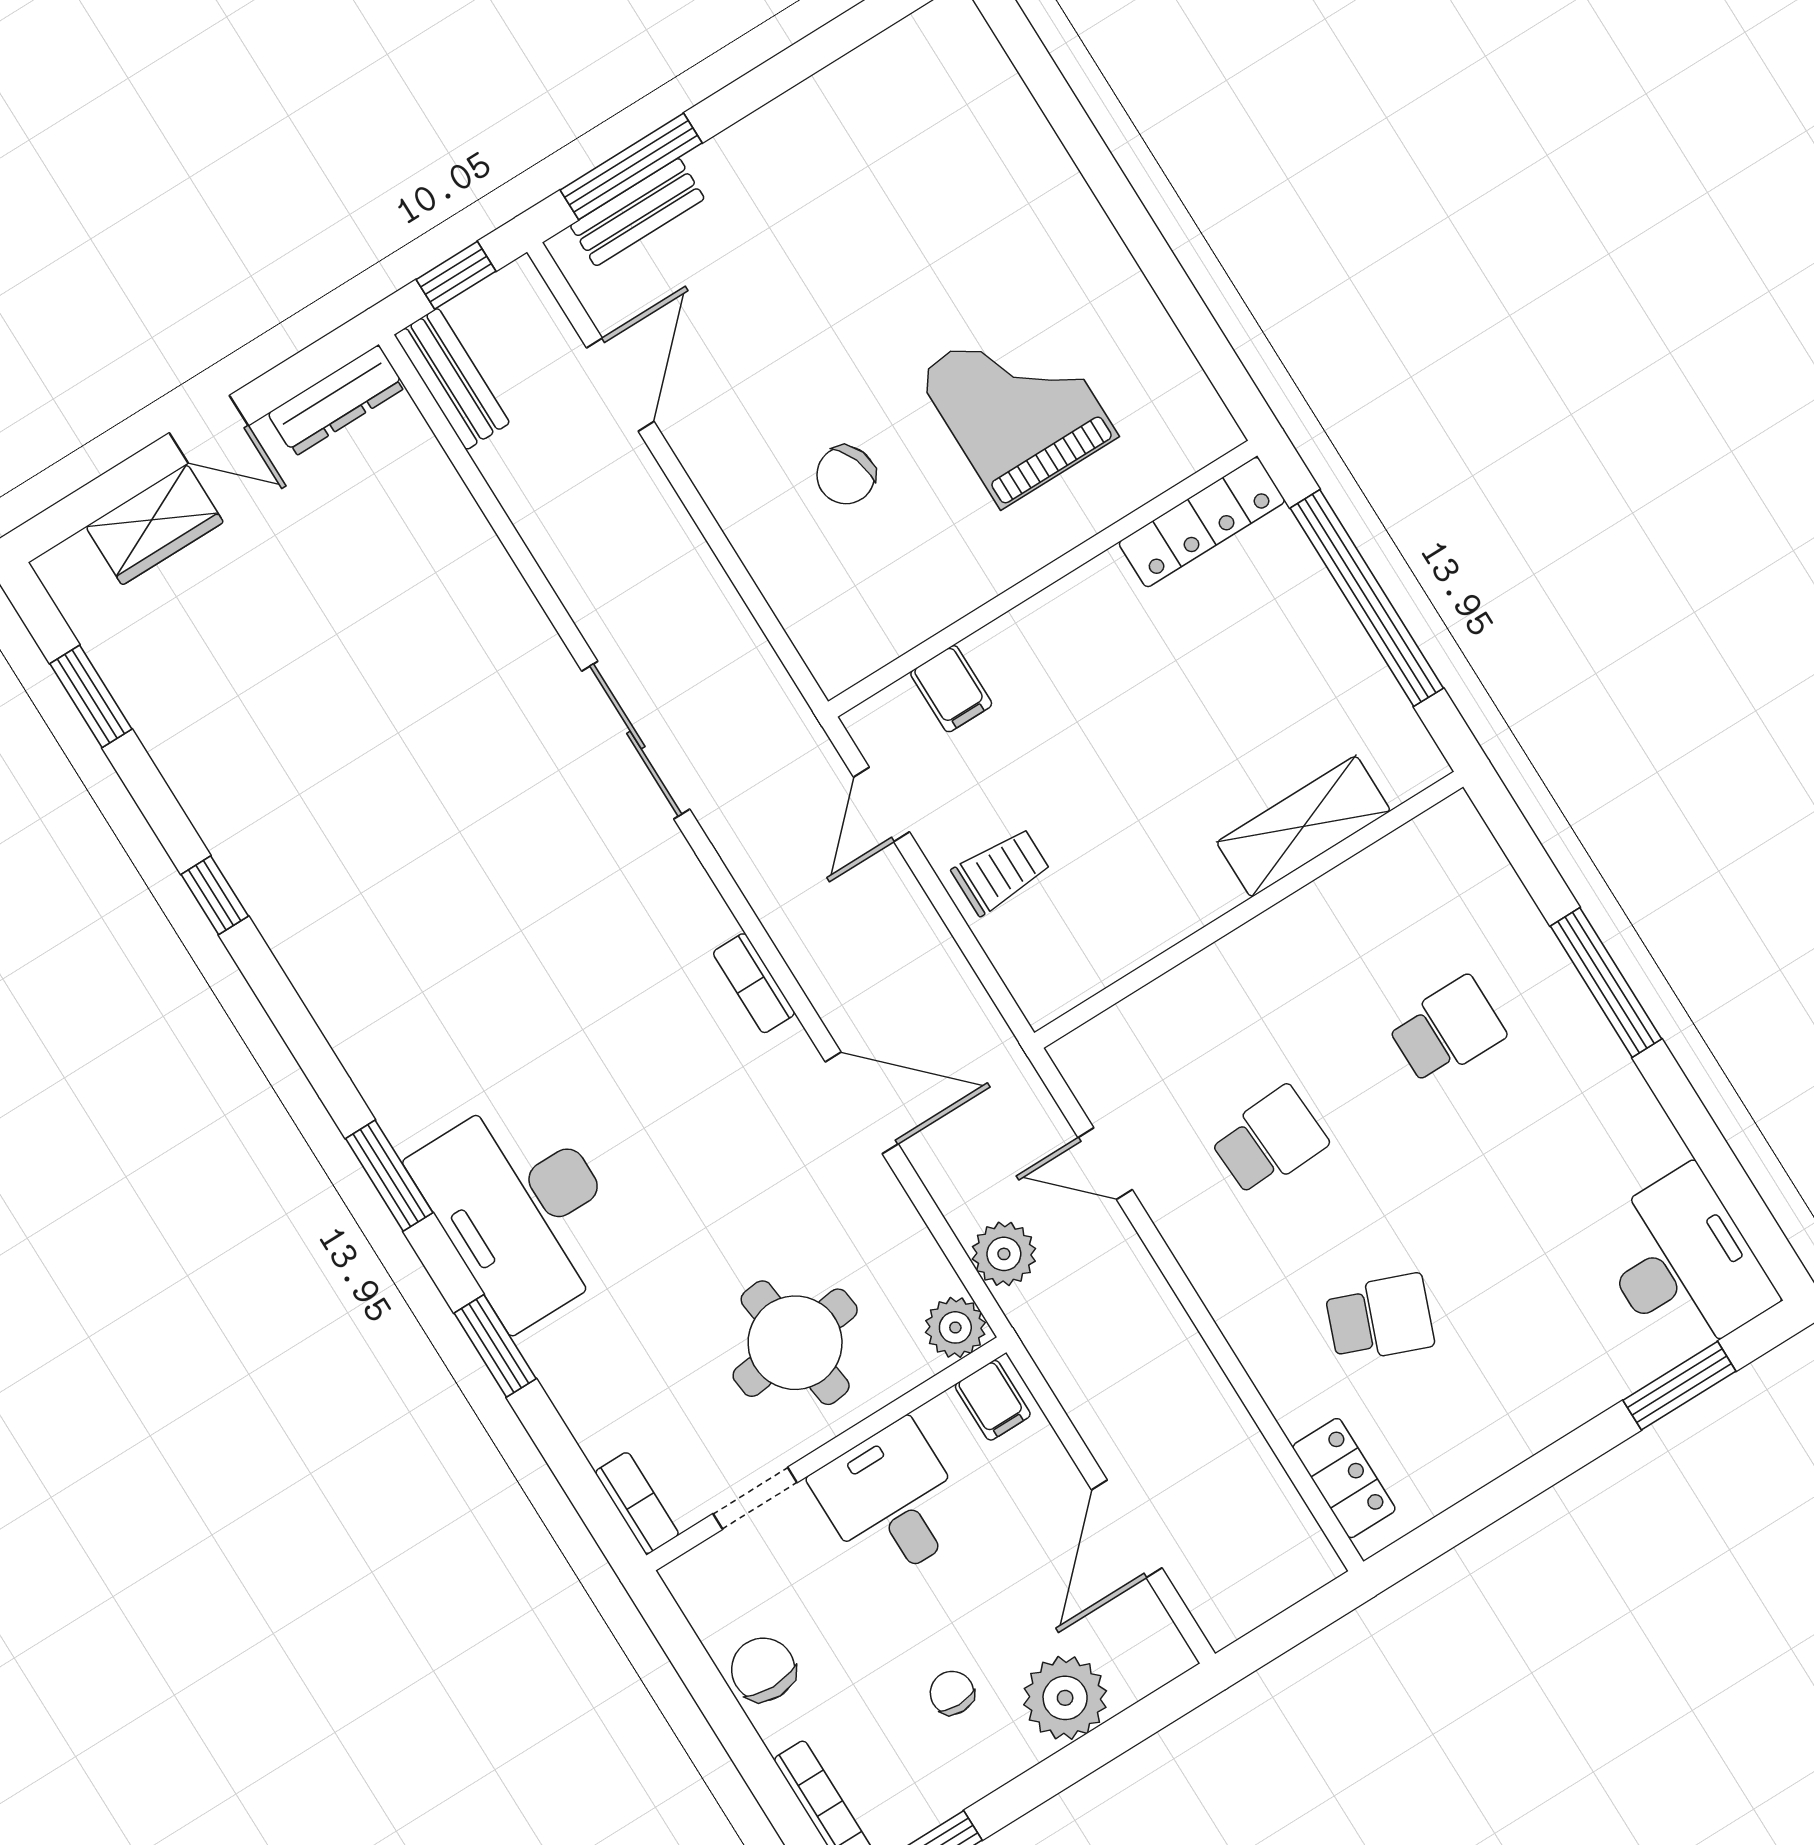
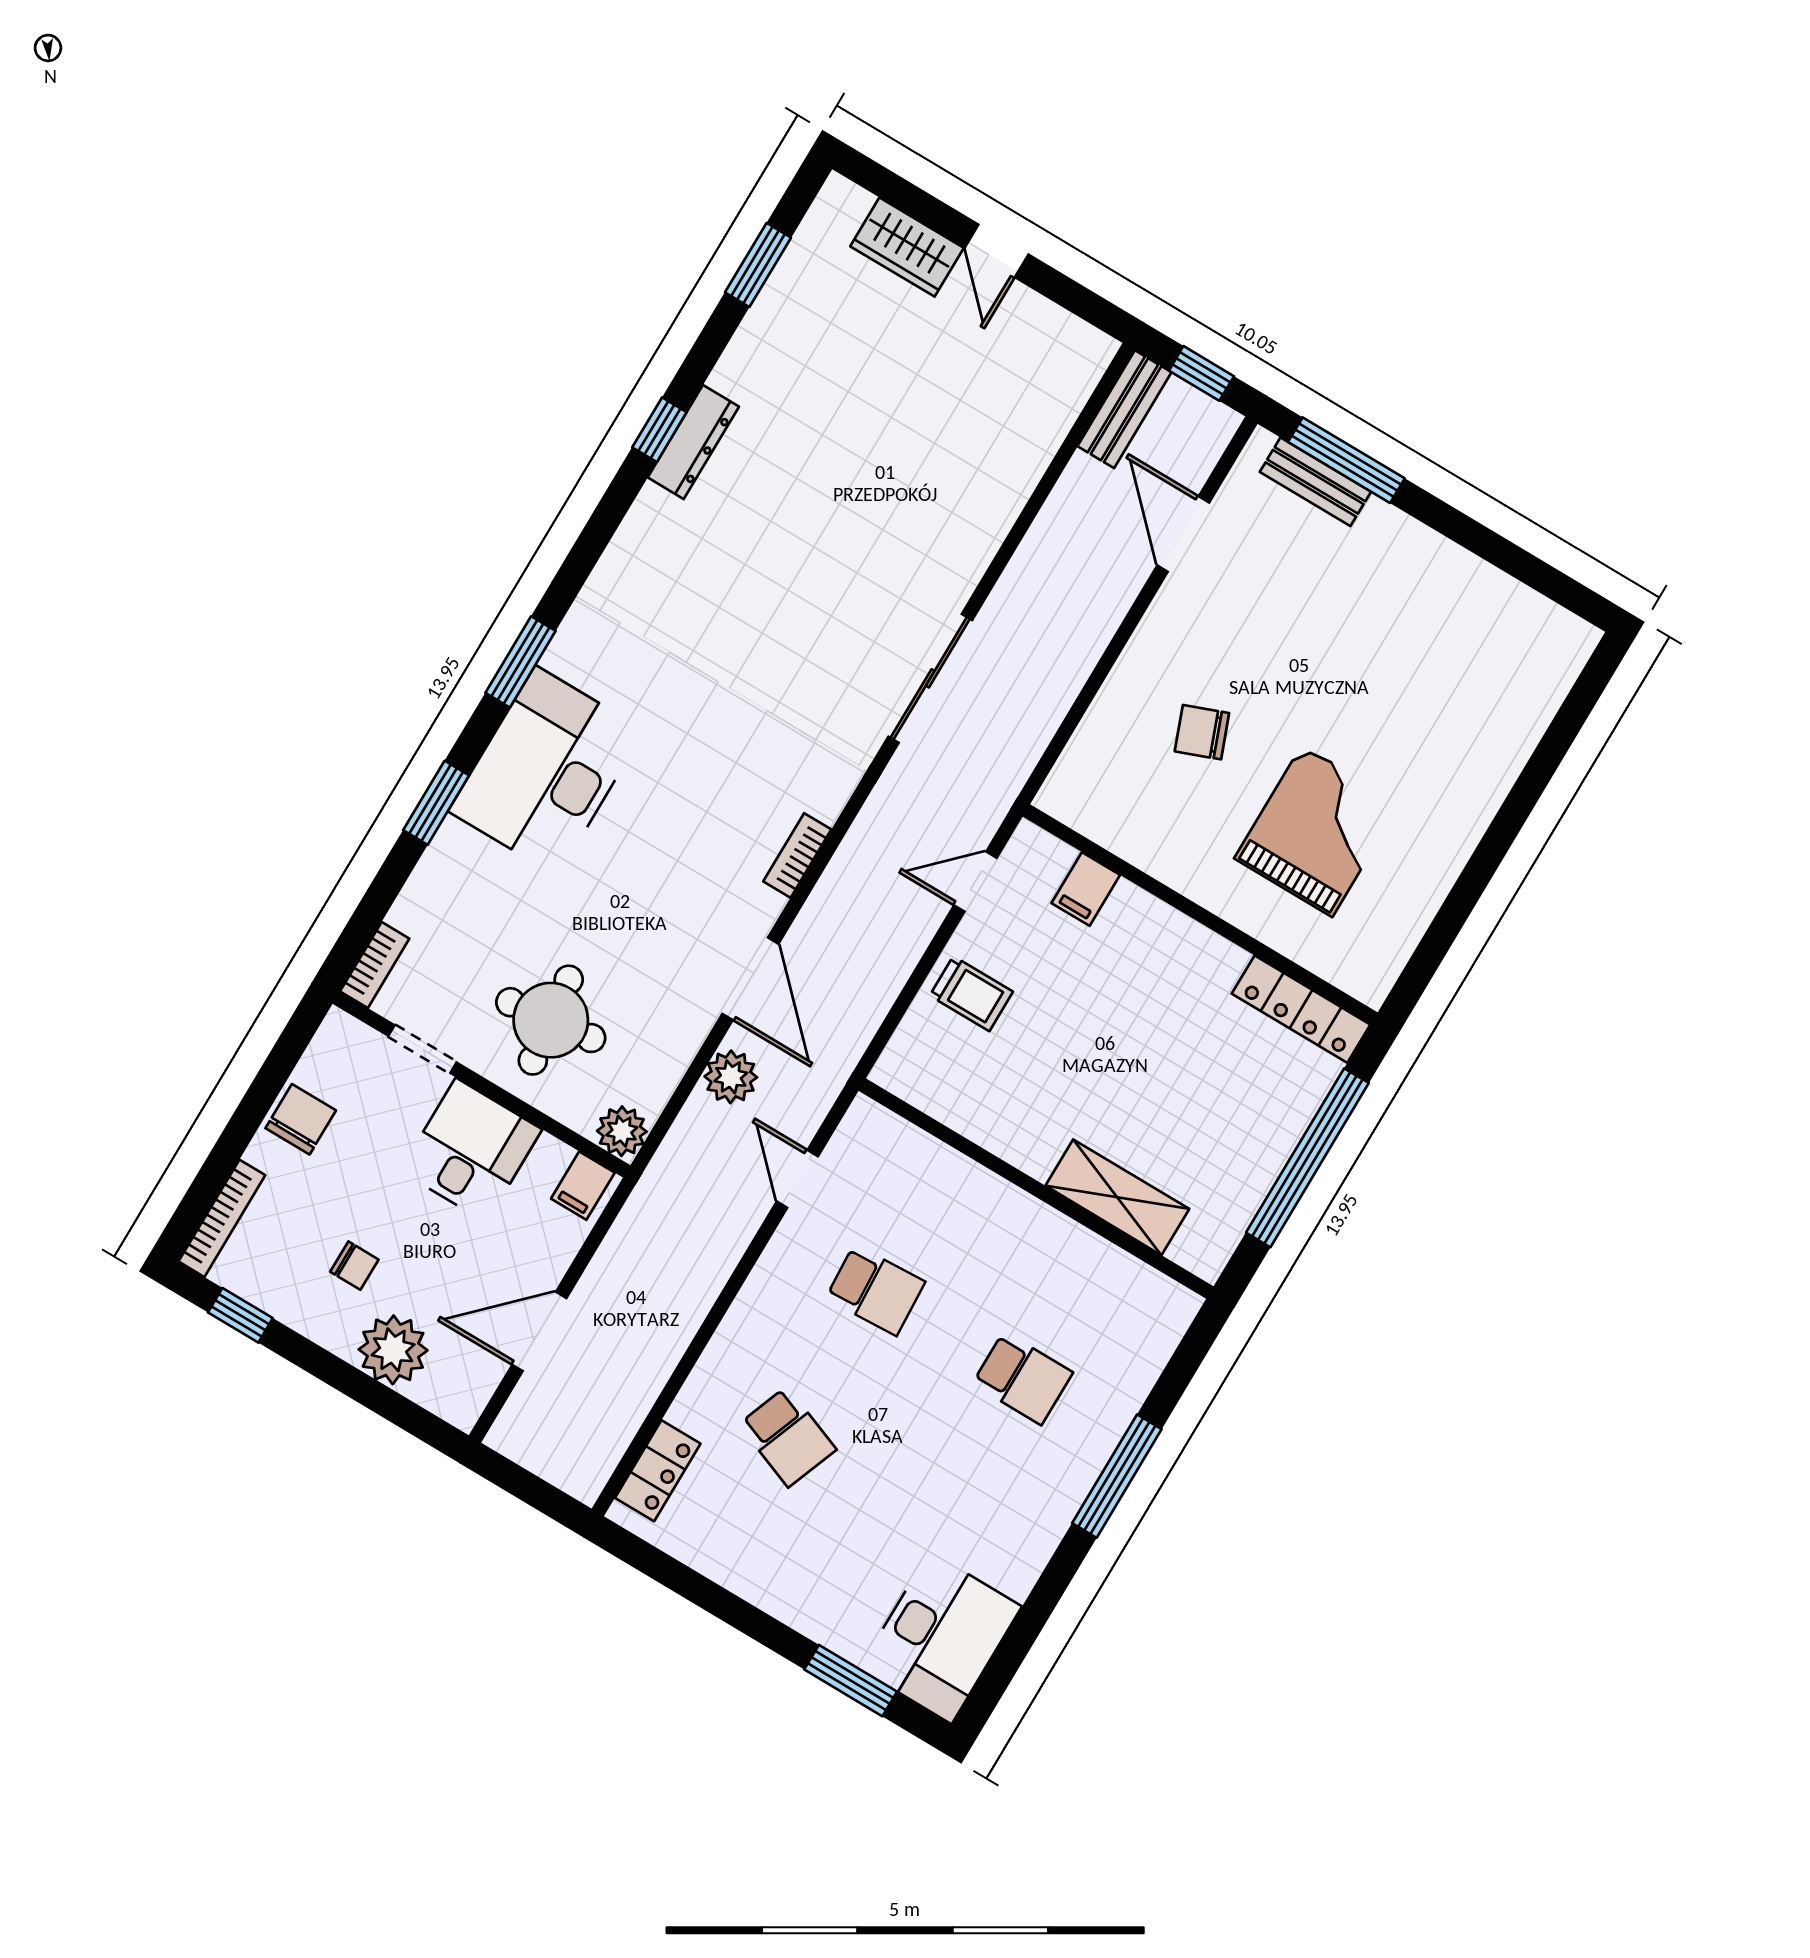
door: (620, 385) -> (1183, 534), swing flipped
dresser: (337, 401) -> (693, 442), moved, turned -90
plant: (1004, 1254) -> (731, 1077), moved
chair: (952, 1693) -> (354, 1266), turned 90

